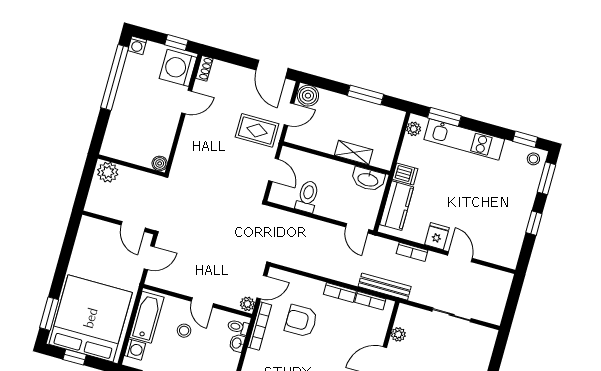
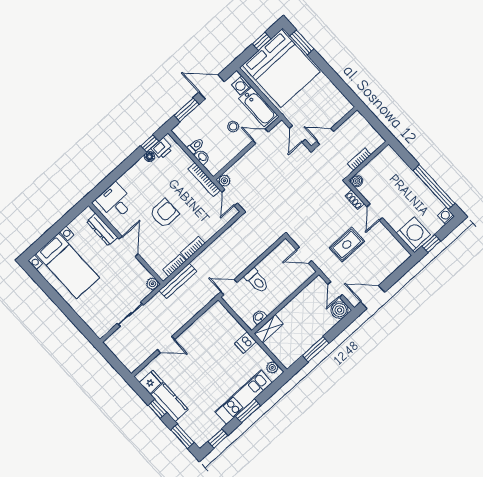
shoe rack: (204, 68) -> (355, 200), moved
door: (187, 102) -> (375, 212), moved
window: (444, 117) -> (248, 411), moved
rug: (257, 130) -> (347, 245), moved
shelving: (354, 152) -> (269, 329), moved
stool: (533, 159) -> (201, 436), removed
plant: (108, 172) -> (373, 142), removed
washbasin: (368, 179) -> (259, 317), width x0.52, depth x0.69
toilet: (307, 196) -> (257, 281), moved
kitchen counter: (397, 206) -> (169, 402), moved, turned 180
fridge: (437, 236) -> (151, 382), moved, turned -90
bookcase: (412, 252) -> (359, 159), moved
door: (202, 302) -> (261, 136), moved
armchair: (301, 321) -> (164, 213), moved
toilet: (238, 327) -> (196, 146), moved
plant: (398, 334) -> (152, 284), moved

